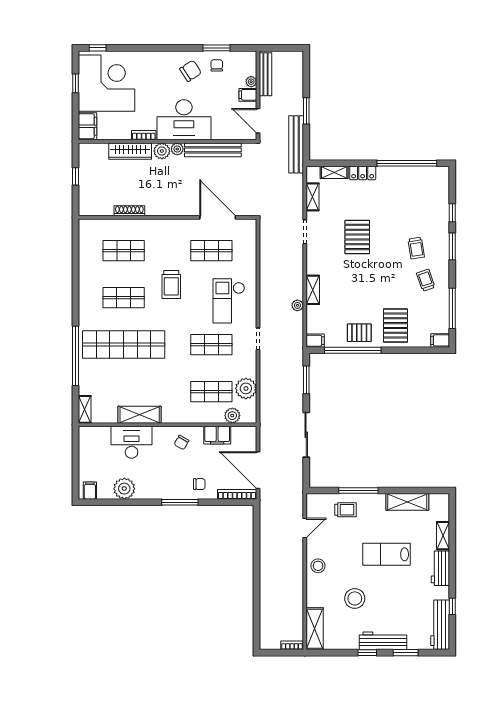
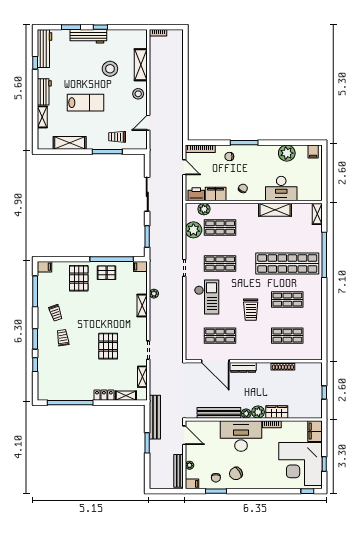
filing cabinet: (248, 95) -> (192, 484), moved
wardrobe: (130, 151) -> (277, 412), width x0.67
dresser: (181, 209) -> (243, 367), added
trolley: (171, 284) -> (251, 310), turned 180
printer: (242, 435) -> (196, 194), added
door: (258, 470) -> (184, 167), width x0.53
shelving: (315, 629) -> (141, 65), moved

